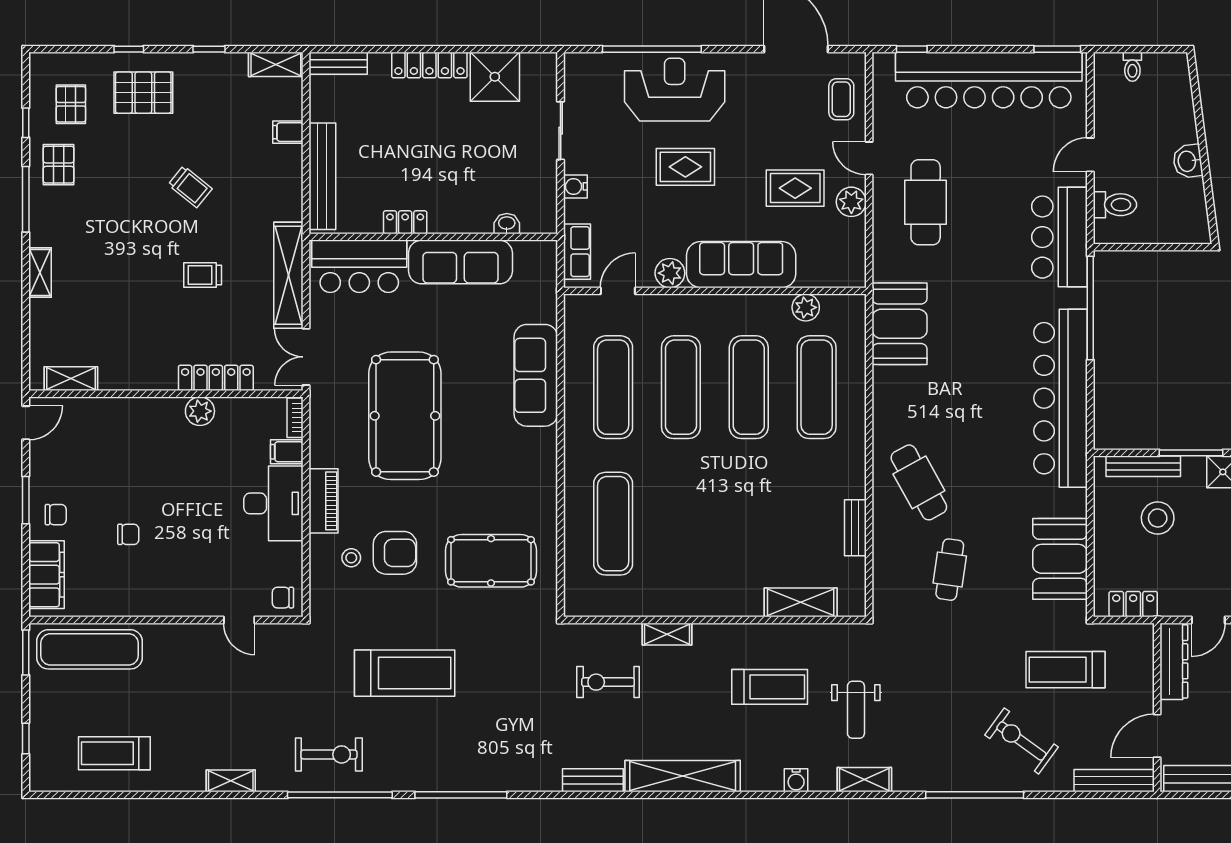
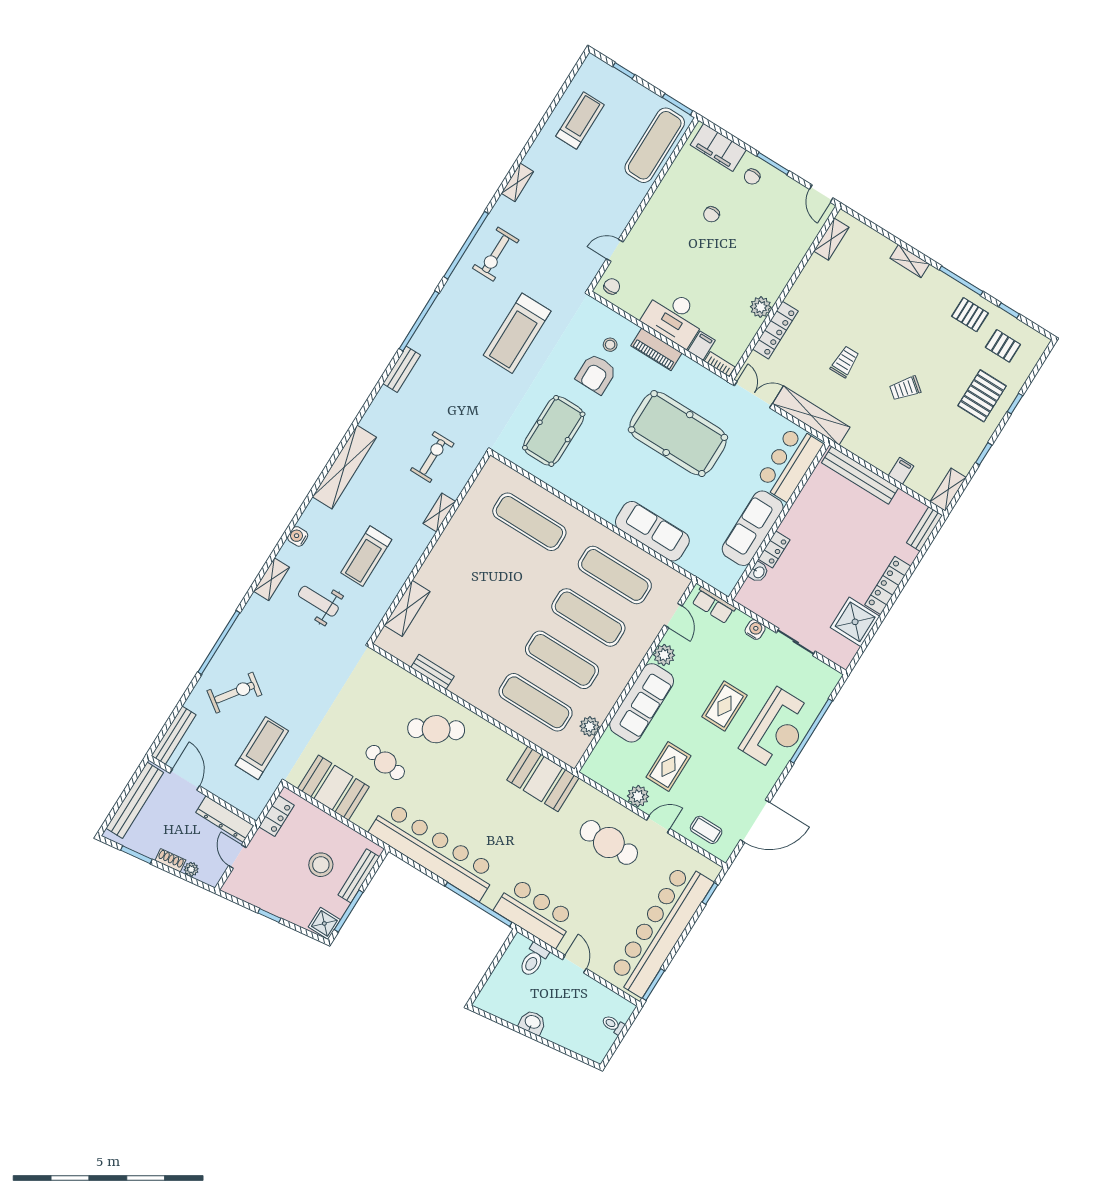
locker: (405, 222) -> (774, 549), moved
cafe table: (950, 570) -> (385, 763), moved
bench: (593, 780) -> (402, 369), moved

